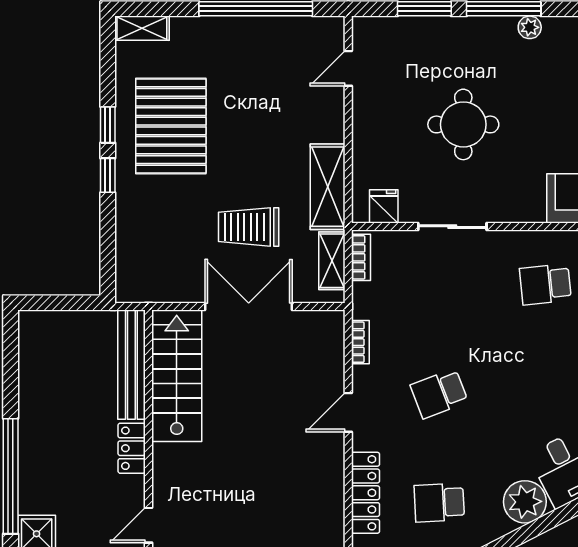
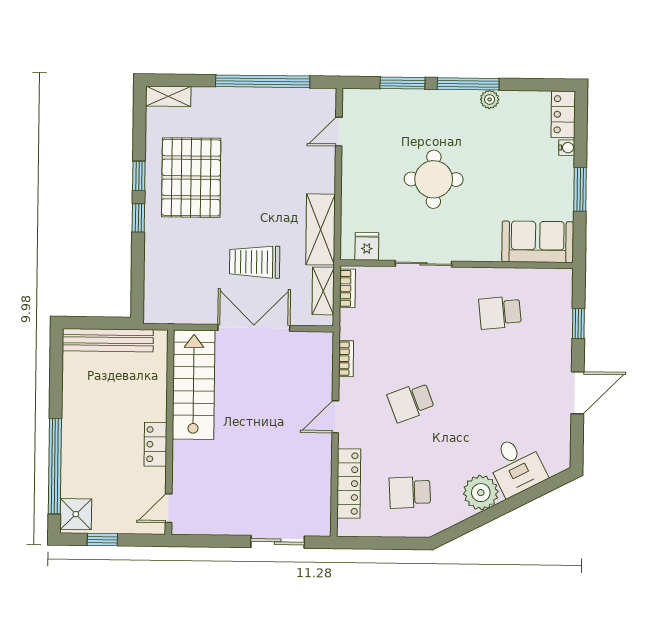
bench: (131, 365) -> (108, 340), moved, turned 90

